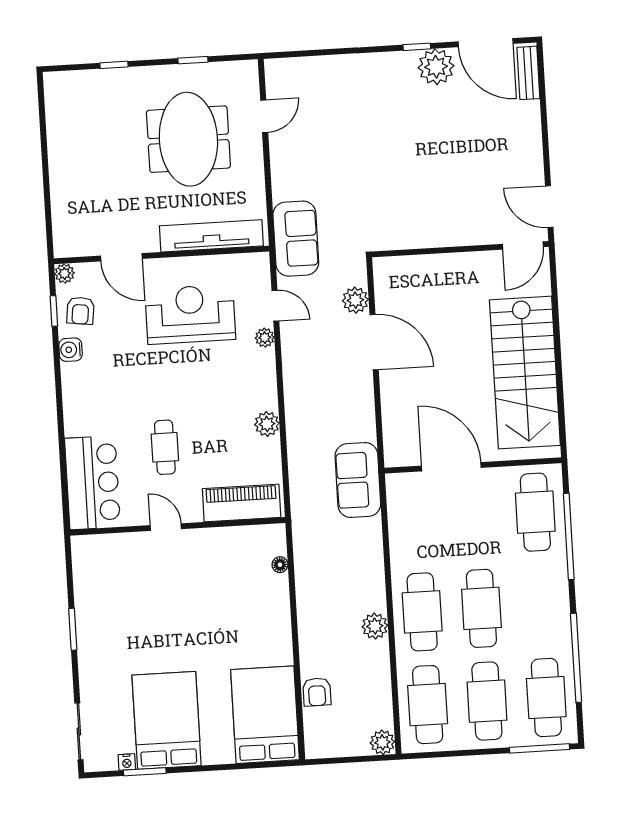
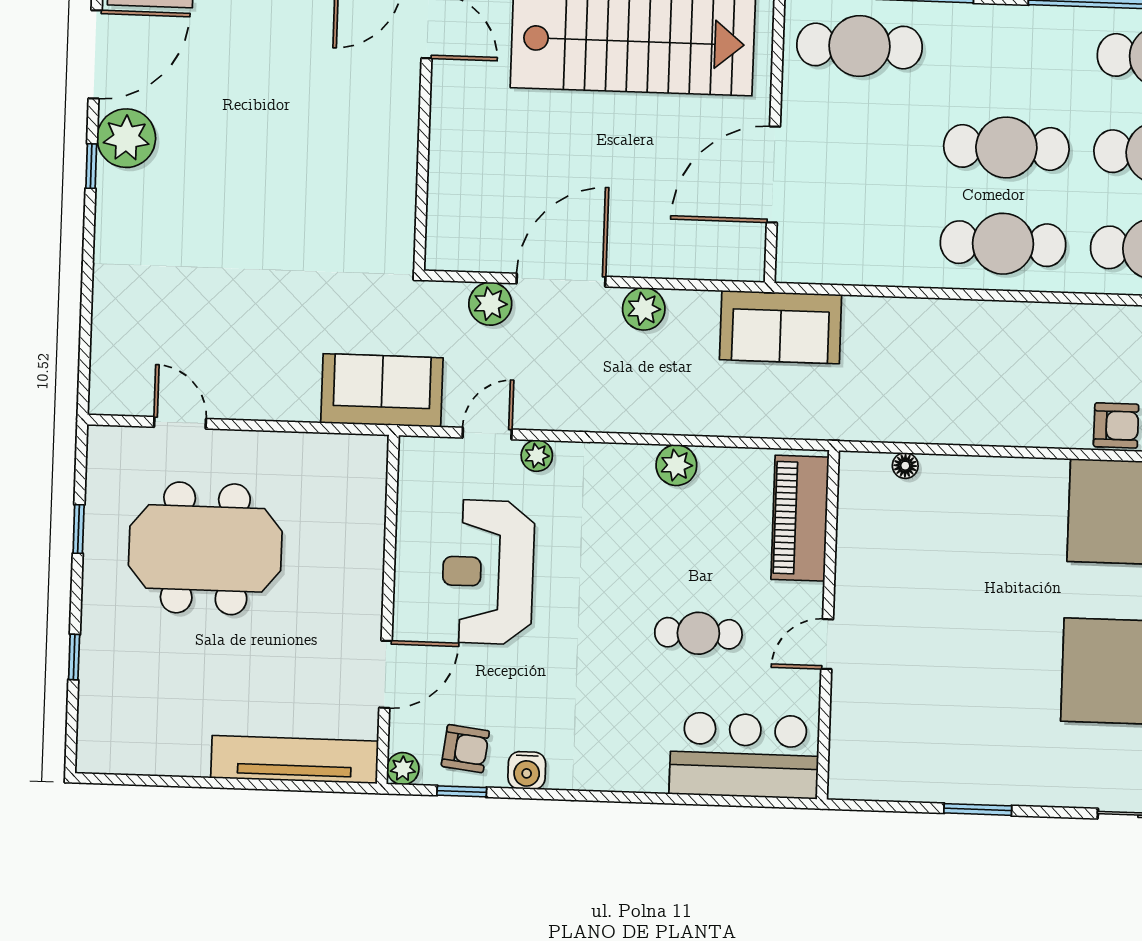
tv unit: (211, 236) -> (295, 760), moved, turned 90
plant: (375, 626) -> (644, 309), moved

